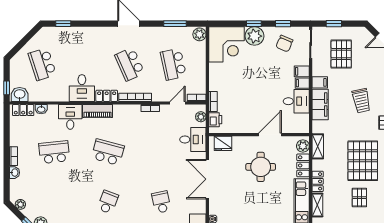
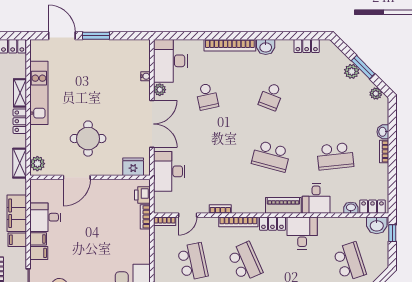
plant: (201, 117) -> (160, 90), moved
desk: (193, 139) -> (169, 171), width x1.37
locker: (303, 165) -> (37, 140), removed

